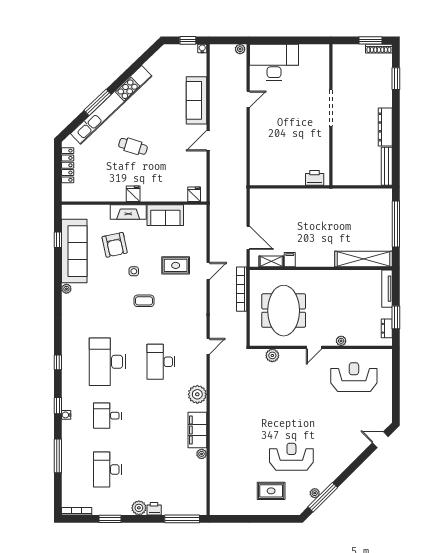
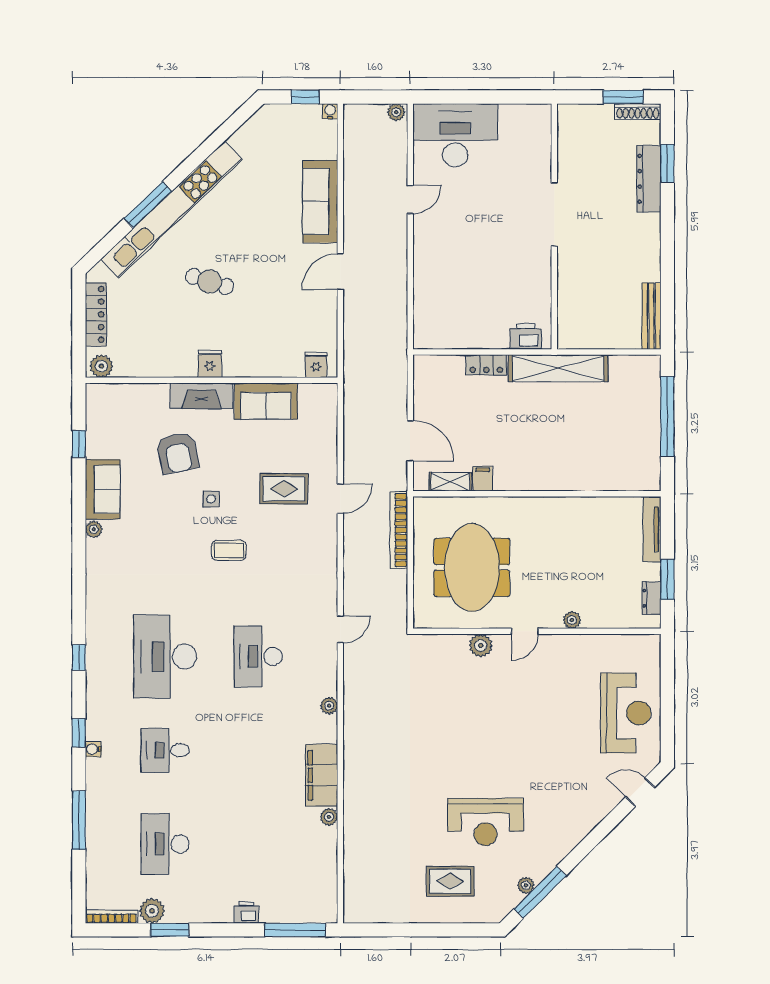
dresser: (385, 127) -> (649, 179), moved
locker: (292, 194) -> (486, 365), added
plant: (71, 195) -> (101, 366), added
sofa: (74, 251) -> (103, 489), width x0.54, depth x0.79
shelving: (364, 259) -> (558, 368), moved
plant: (272, 355) -> (481, 645), moved
reception desk: (354, 377) -> (626, 713), moved, turned 90
plant: (197, 394) -> (329, 706), width x0.53, depth x0.53
reception desk: (291, 457) -> (485, 822), turned 180
plant: (139, 508) -> (152, 911), moved

